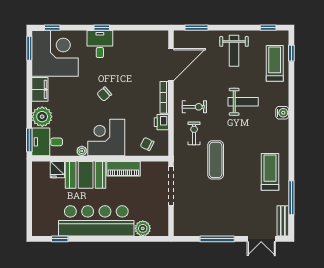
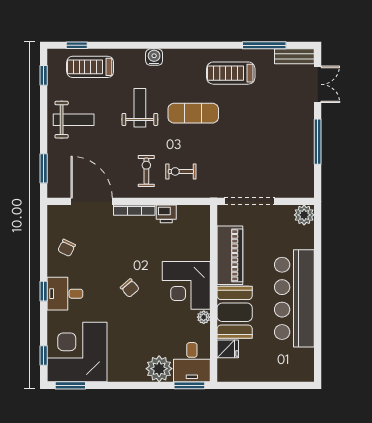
filing cabinet: (40, 89) -> (124, 372), removed
chair: (147, 144) -> (67, 248), moved
exercise mat: (216, 160) -> (193, 113), moved
piano: (123, 169) -> (230, 255), width x1.37, depth x1.33
plant: (143, 228) -> (304, 215), moved
window: (60, 239) -> (318, 346), removed

